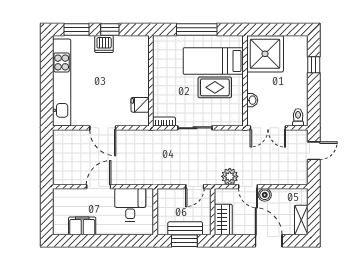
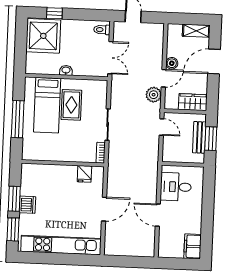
window: (110, 30) -> (14, 199), width x1.50
shower: (265, 54) -> (43, 36), moved
washbasin: (252, 100) -> (66, 70), moved
filing cabinet: (82, 226) -> (193, 246), moved

